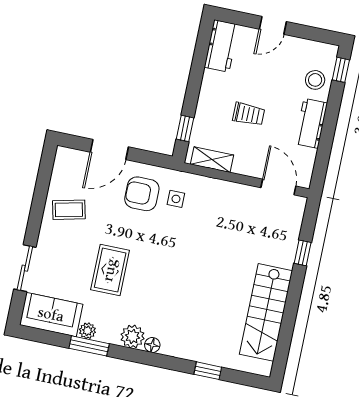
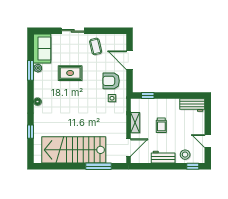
door: (273, 25) -> (208, 141), moved
shelving: (212, 160) -> (135, 123), moved
armchair: (142, 194) -> (111, 81), turned -90
window: (303, 253) -> (98, 166), width x2.17
sliding door: (25, 268) -> (73, 31), moved
stairs: (266, 312) -> (74, 150), width x1.36, depth x1.51
plant: (132, 336) -> (40, 91), removed

